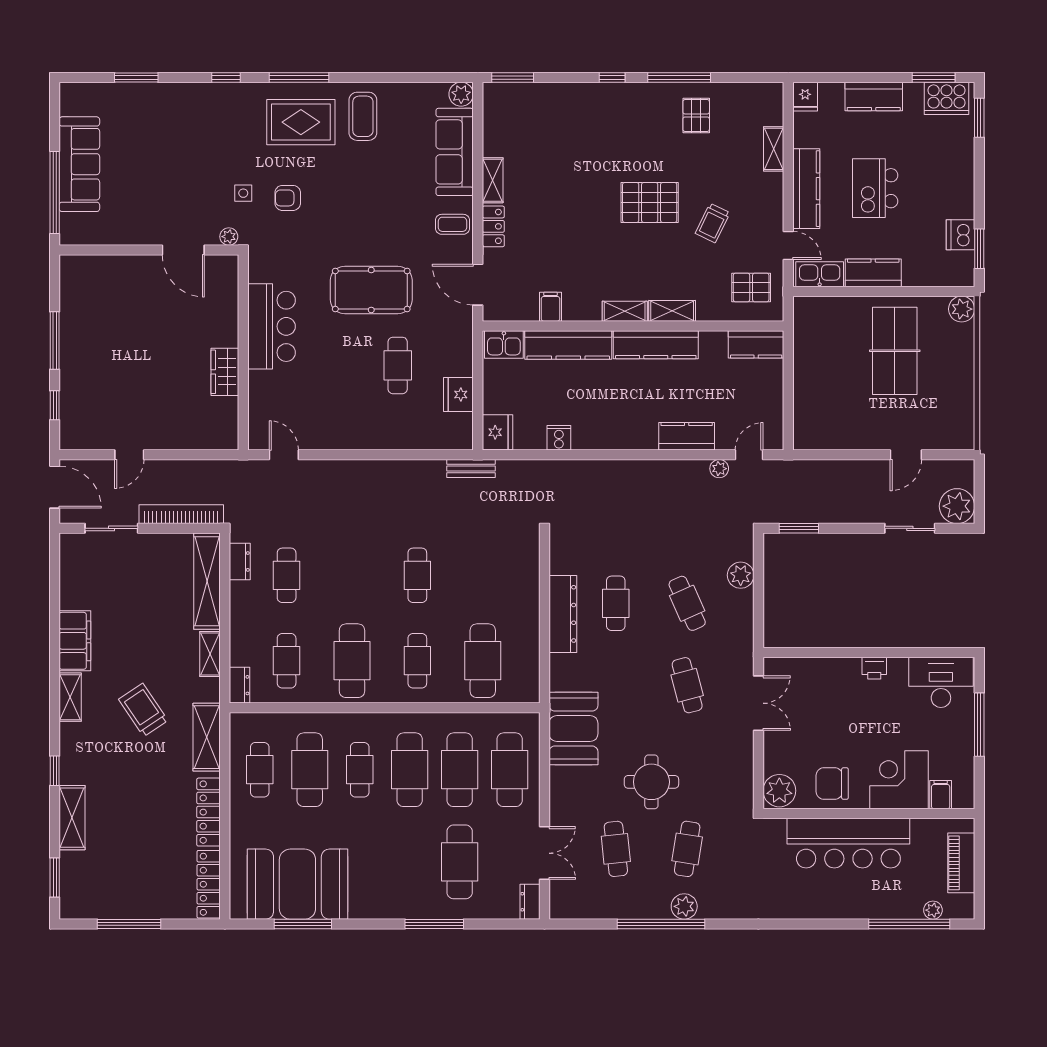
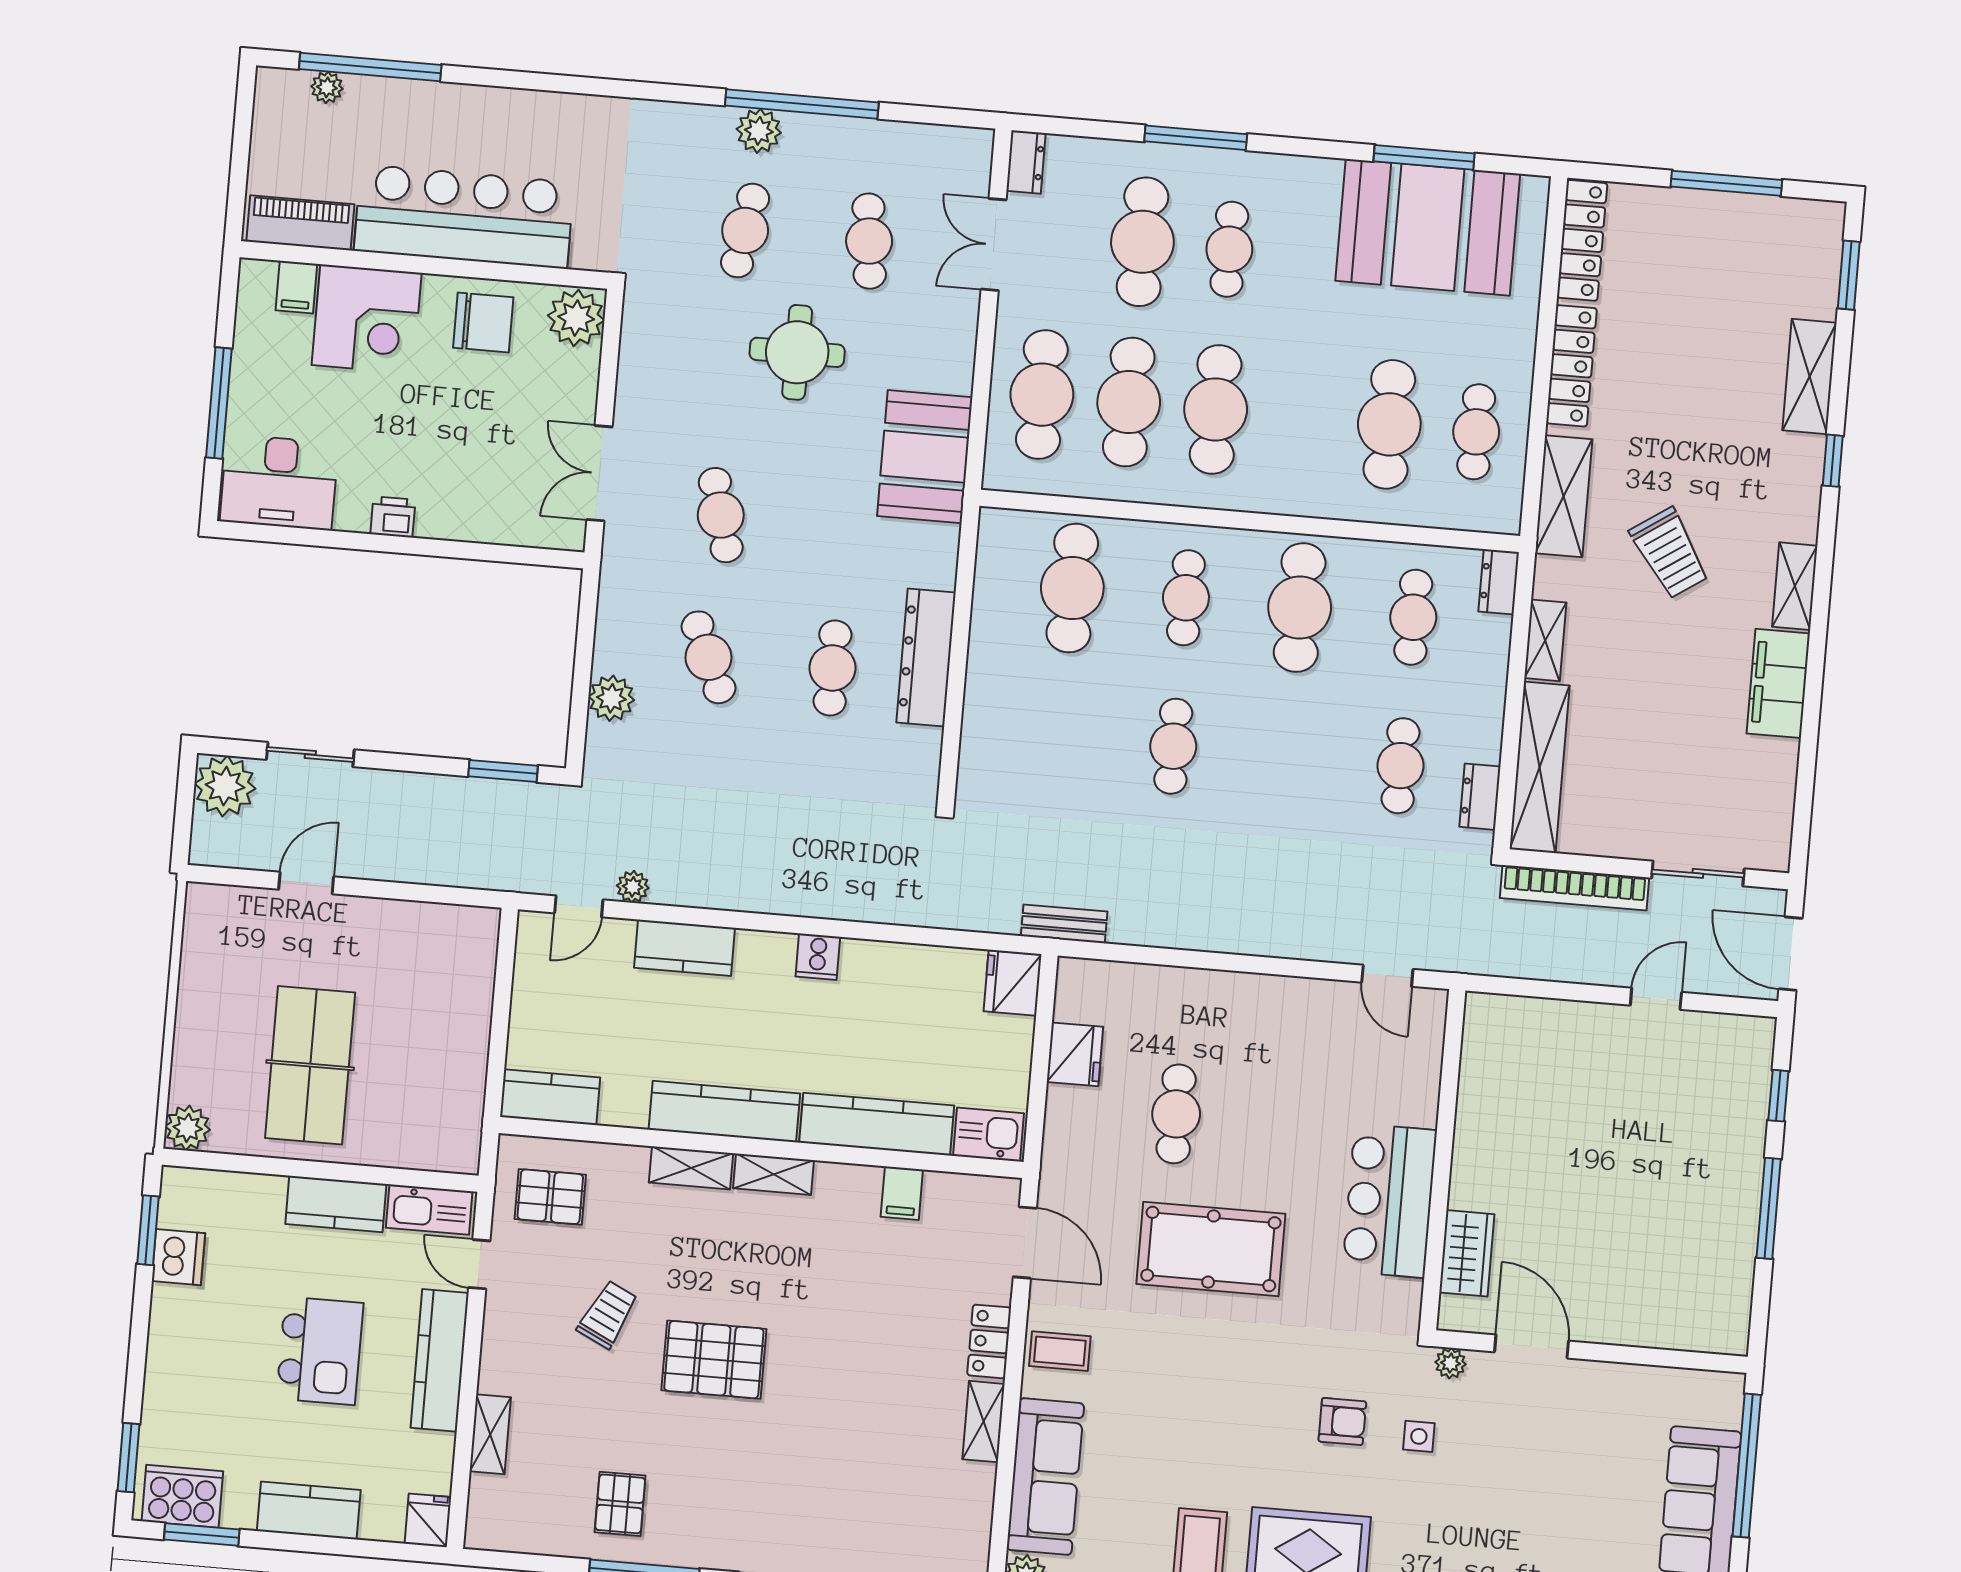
wardrobe: (225, 372) -> (1467, 1253), moved
cooker: (559, 438) -> (818, 957), moved
cafe table: (360, 770) -> (1229, 249), moved
piano: (961, 863) -> (300, 223), moved, turned -90

